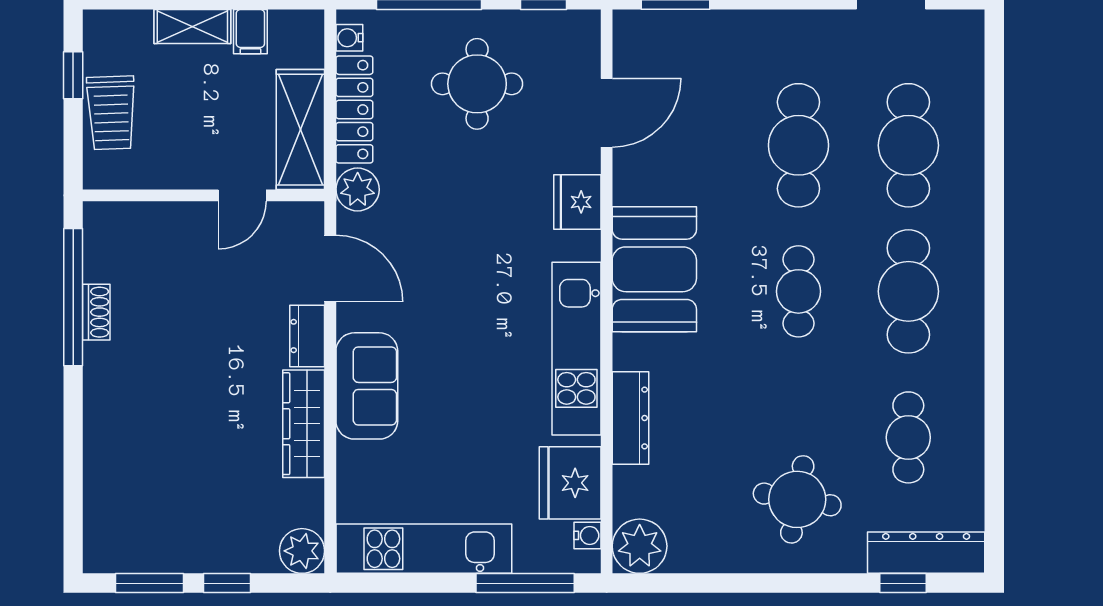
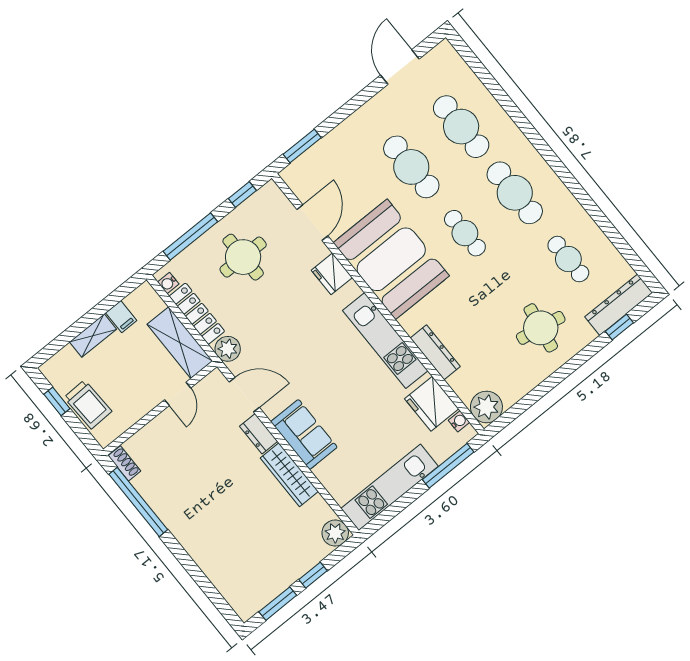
booth: (654, 269) -> (391, 259), width x1.36, depth x1.42
shoe rack: (96, 312) -> (124, 463), moved

